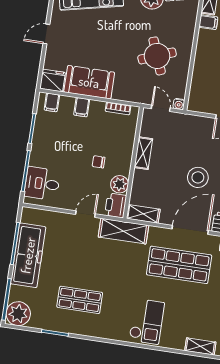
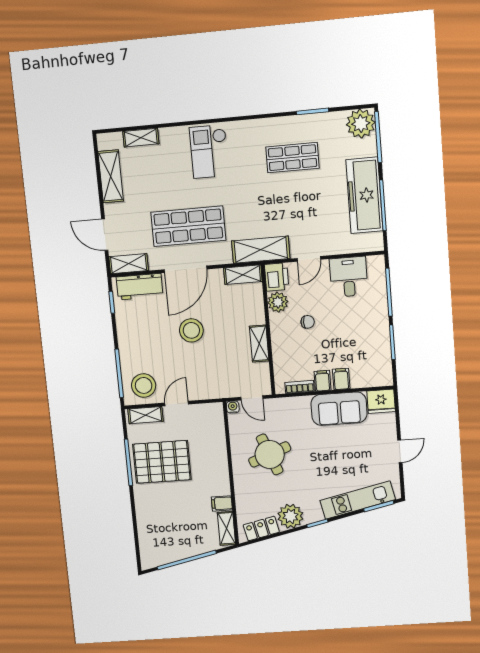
filing cabinet: (52, 102) -> (322, 381), moved
desk: (42, 184) -> (349, 277), moved, turned -90

